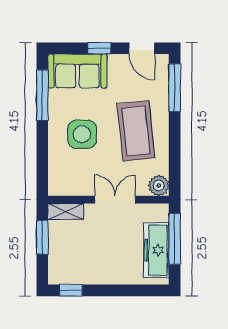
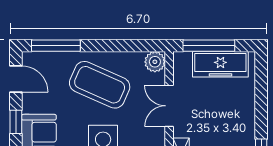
door: (142, 48) -> (16, 79), hinge flipped
coffee table: (136, 131) -> (100, 85), turned 30

